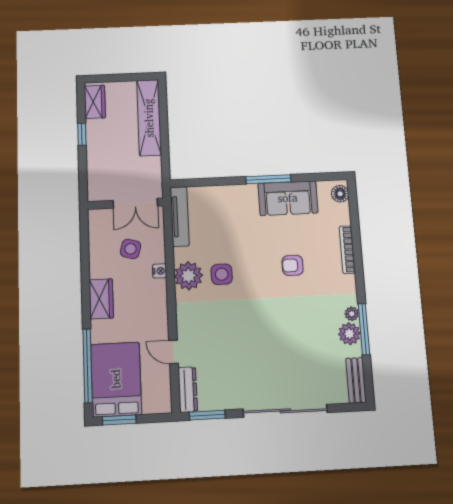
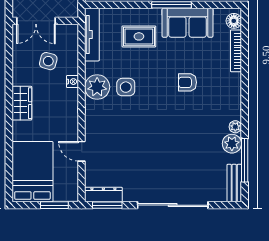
double door: (135, 203) -> (36, 21), moved
rug: (234, 216) -> (139, 36), added
bookcase: (347, 250) -> (236, 51), moved
window: (364, 329) -> (245, 160), moved
window: (87, 366) -> (9, 159), removed
dresser: (188, 390) -> (103, 195), moved, turned -90
window: (119, 420) -> (54, 205), moved

